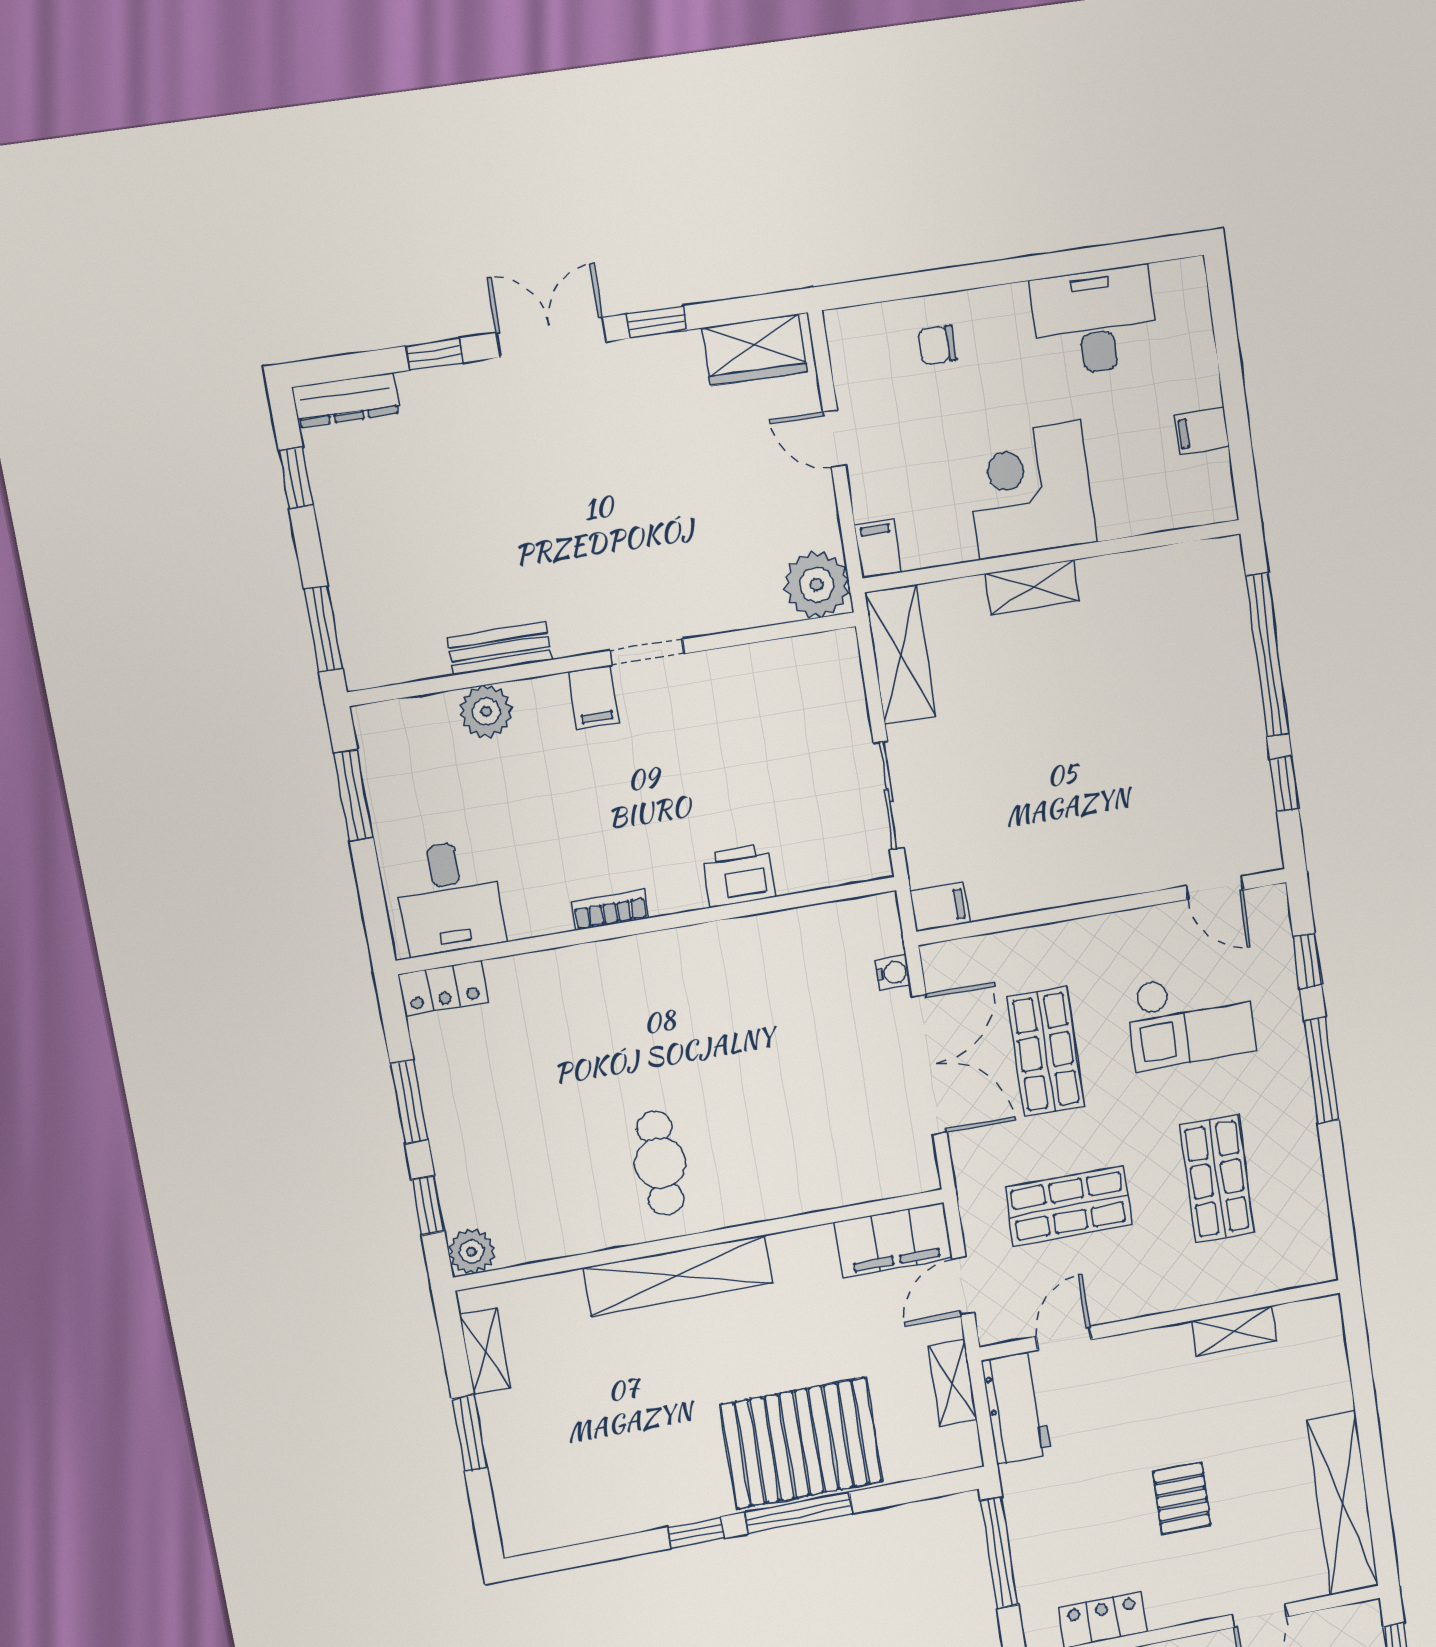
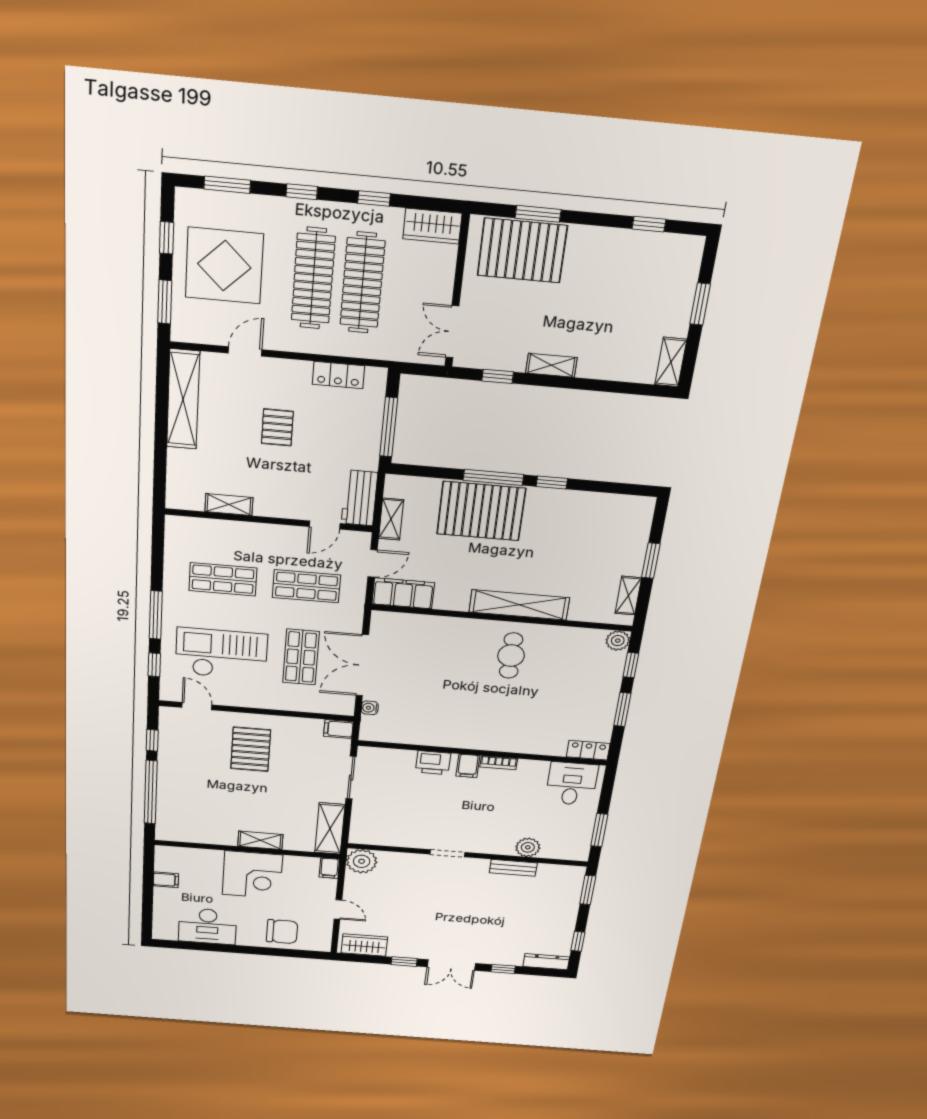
chair: (937, 345) -> (282, 932), width x1.87, depth x1.87
filing cabinet: (594, 697) -> (468, 766), moved, turned 180
pallet: (1096, 813) -> (251, 749), added
checkout: (1191, 1019) -> (221, 654), width x1.36, depth x1.21
shop shelf: (1217, 1179) -> (223, 579), turned 90

